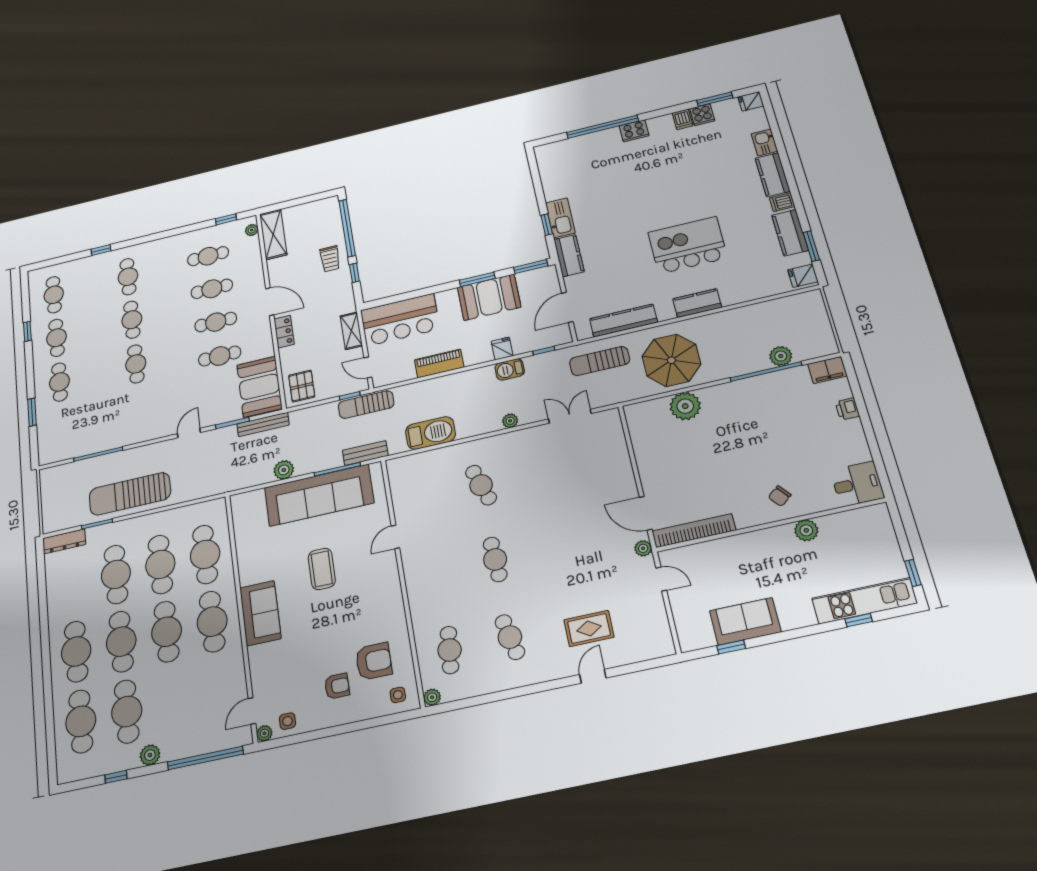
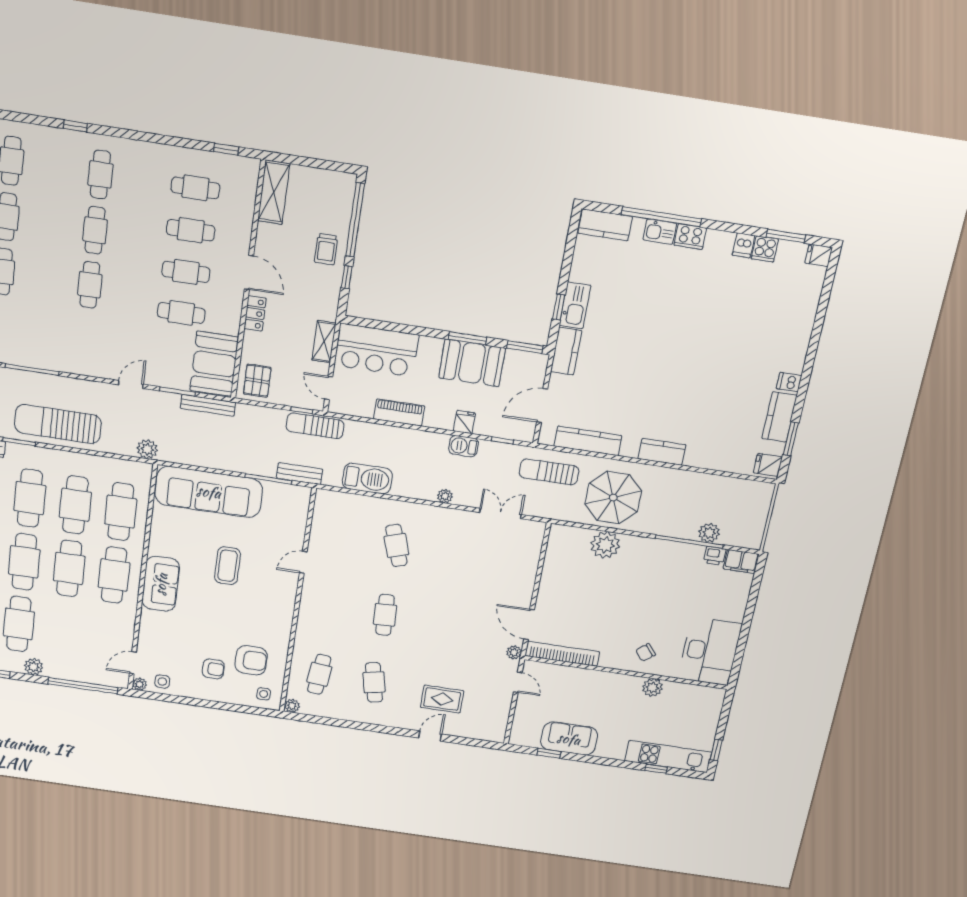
kitchen sink: (764, 142) -> (660, 232), moved, turned -90
kitchen counter: (773, 175) -> (605, 225), moved, turned -90
plant: (252, 230) -> (251, 176), removed
kitchen island: (688, 245) -> (681, 389), removed
printer: (847, 409) -> (715, 556), moved, turned -90
plant: (284, 470) -> (147, 449), moved
desk: (857, 484) -> (710, 651), width x1.87, depth x1.30
sofa: (319, 495) -> (209, 492), moved

